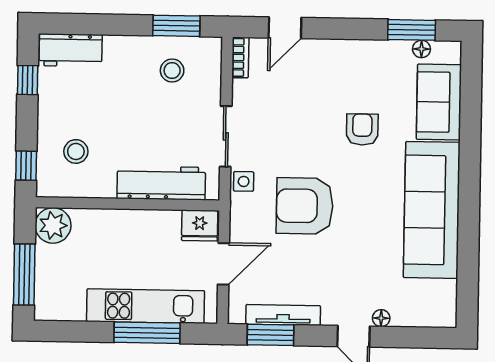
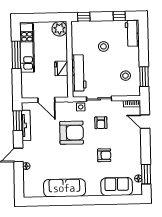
armchair: (284, 134) -> (101, 123), added
stool: (76, 151) -> (103, 46), moved
armchair: (305, 206) -> (72, 133), turned 90
sofa: (432, 210) -> (64, 188), width x0.74, depth x0.79
fridge: (200, 226) -> (61, 68), moved
window: (24, 275) -> (39, 18), removed
kitchen unit: (146, 306) -> (27, 48), moved
window: (147, 333) -> (16, 55), moved

